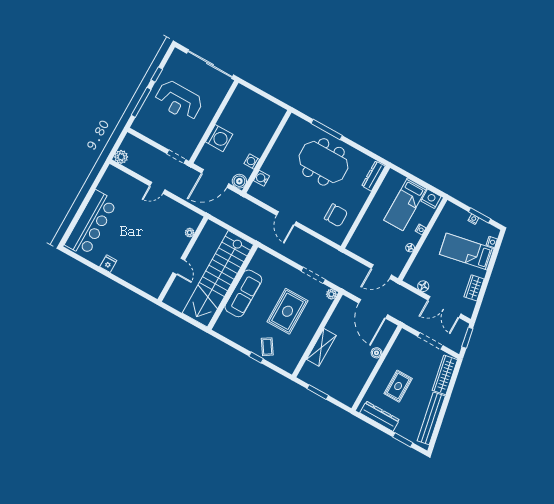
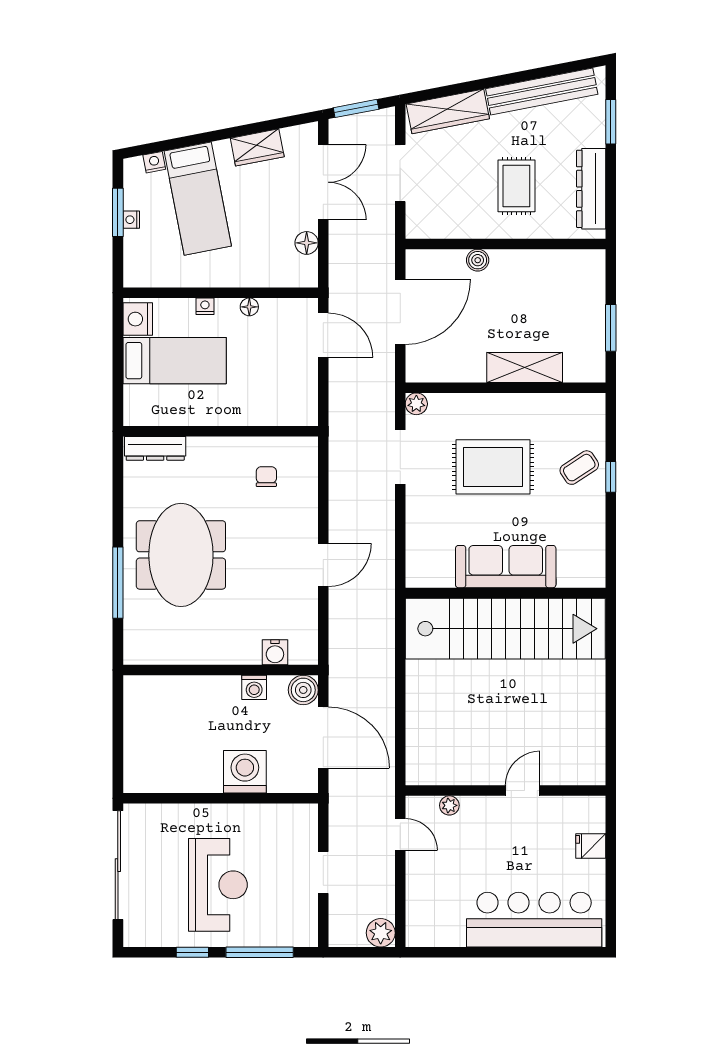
doorway: (176, 157) -> (323, 873), moved
chair: (336, 215) -> (266, 477), width x0.54, depth x0.54
plant: (190, 233) -> (449, 805), moved
wall: (183, 259) -> (505, 791), moved
door: (179, 266) -> (523, 791), moved
rug: (398, 386) -> (516, 186), turned 90

